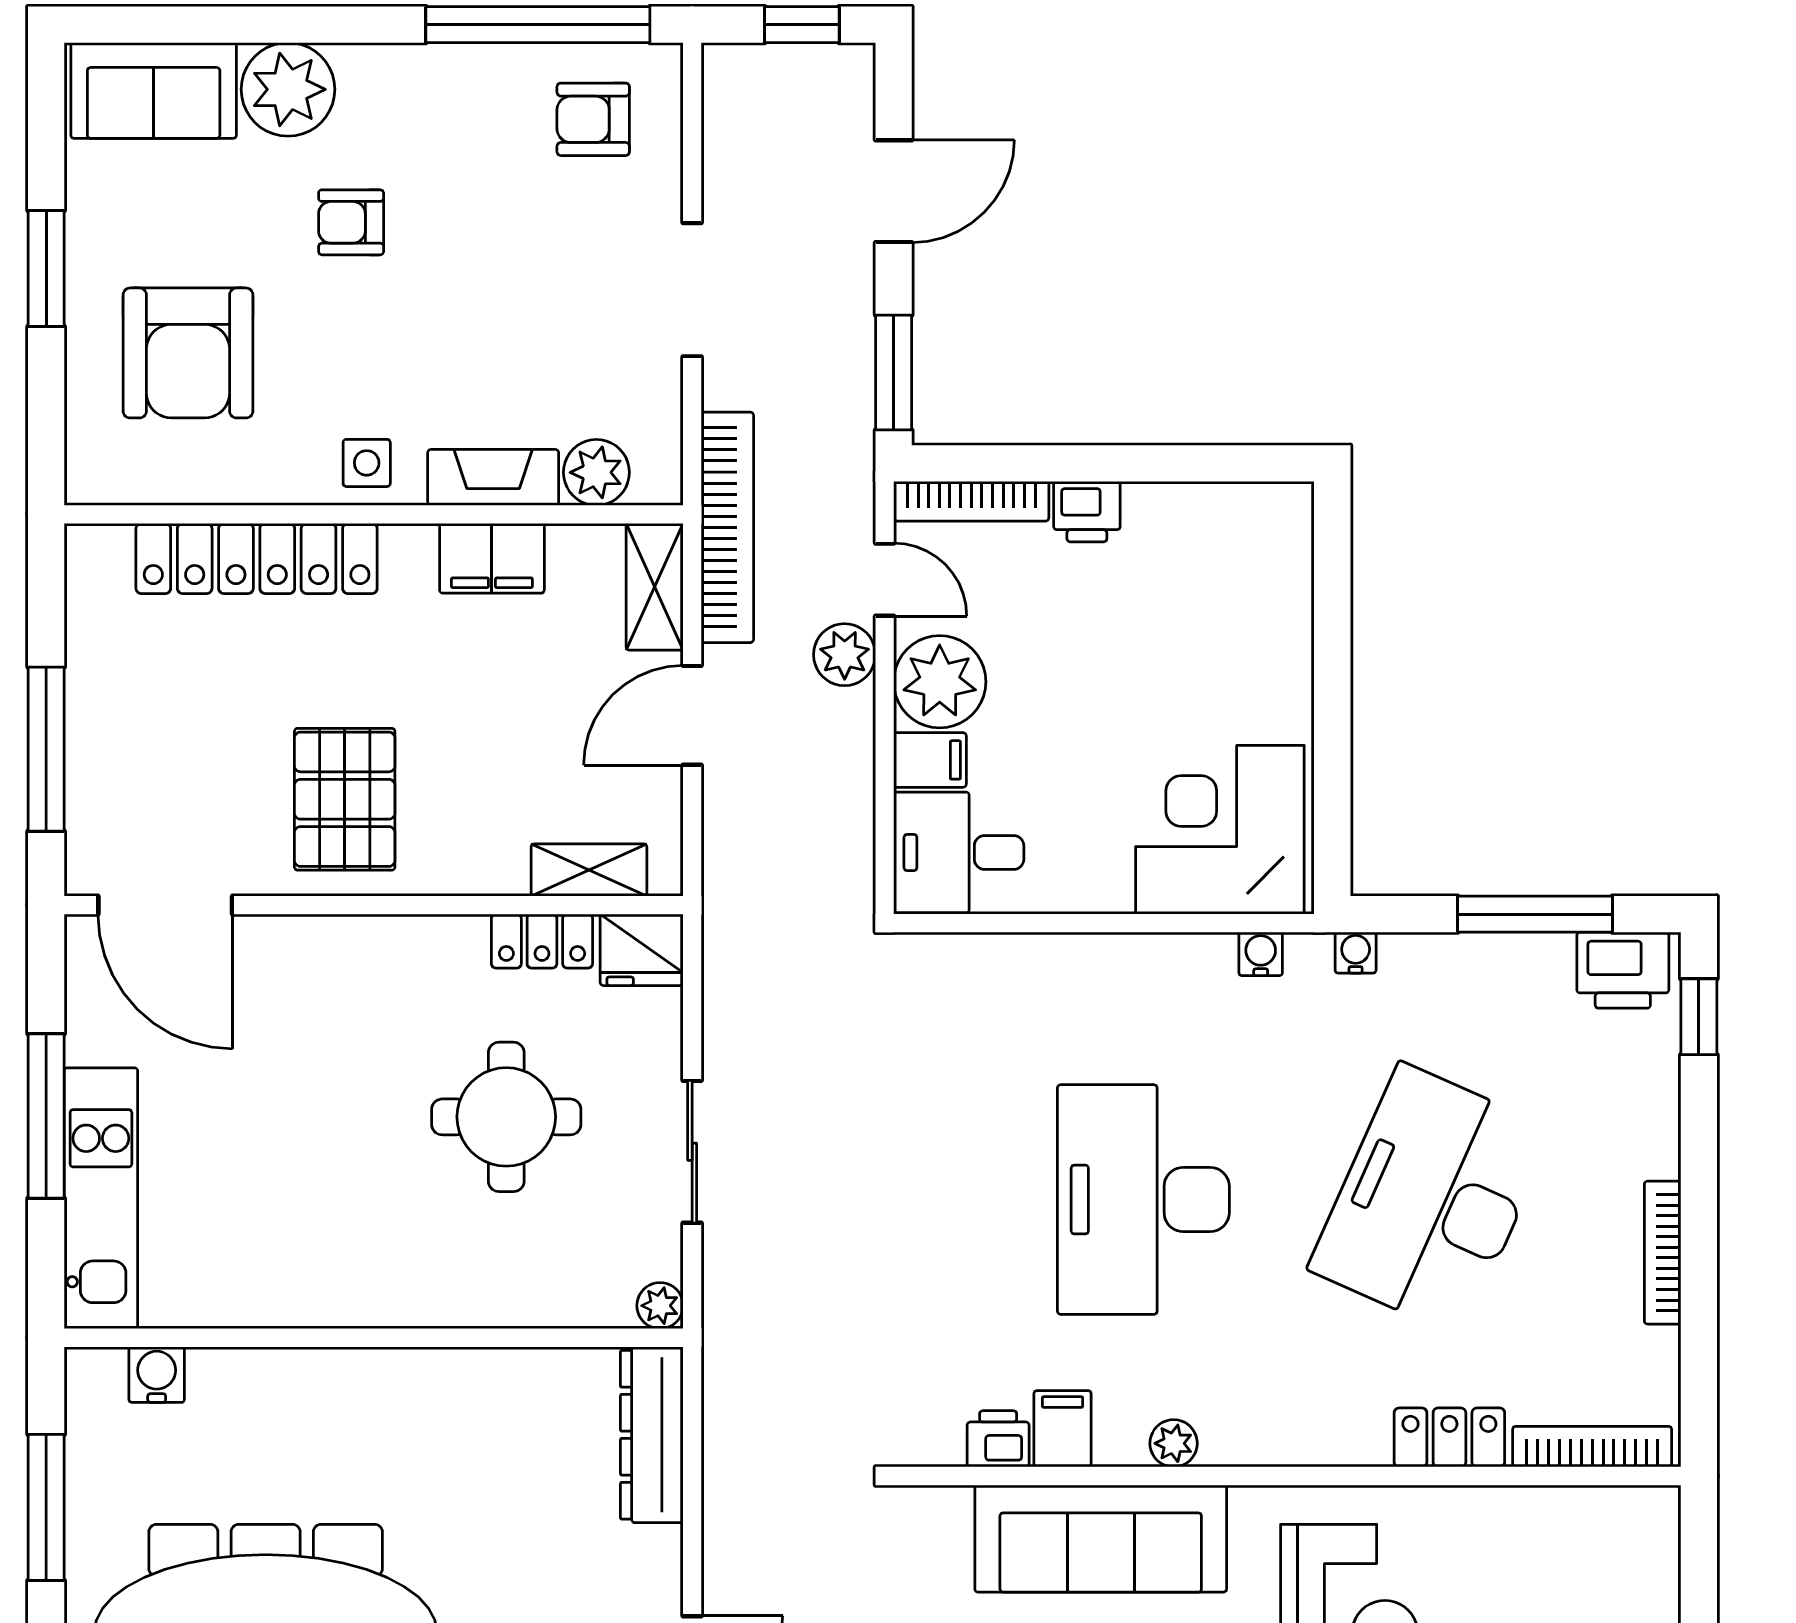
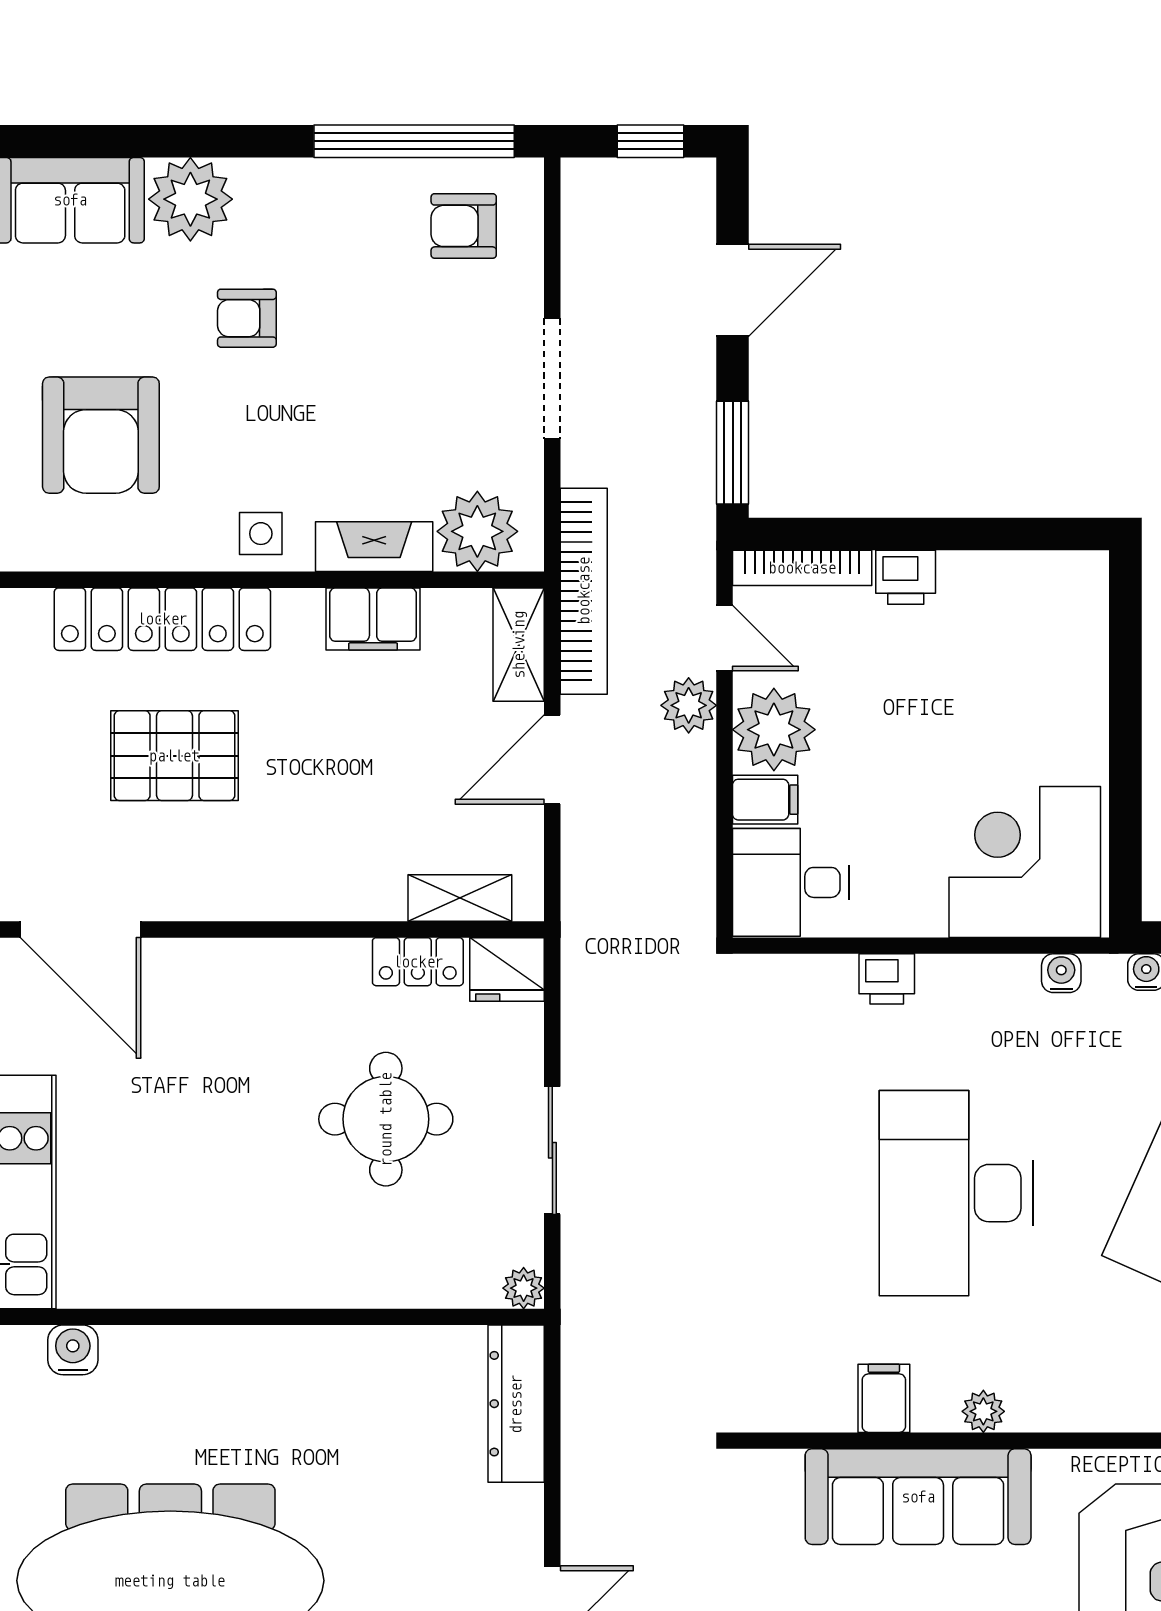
plant: (596, 472) -> (477, 531), width x1.36, depth x1.36
pallet: (345, 799) -> (174, 756), moved, turned 90
printer: (998, 1439) -> (887, 979), moved, turned 180

